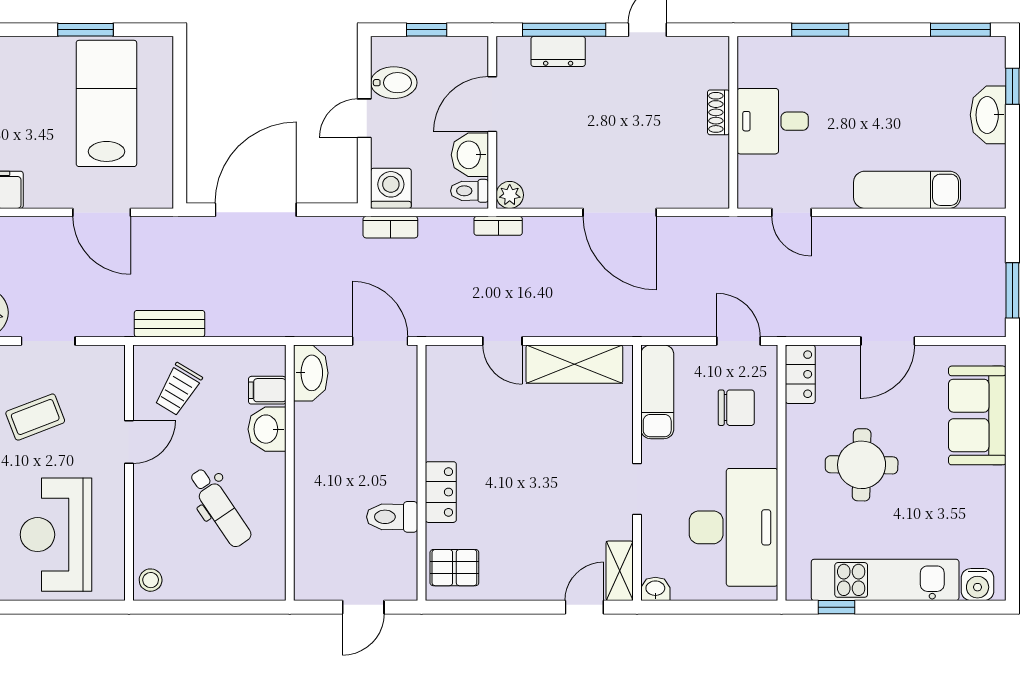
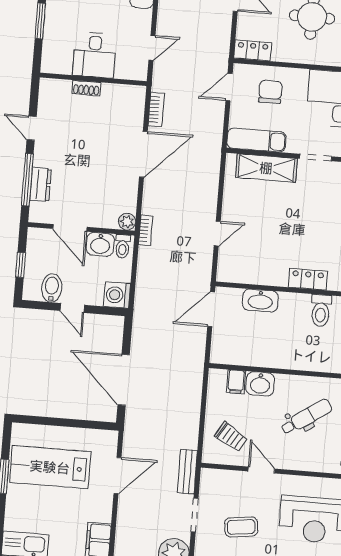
bookcase: (390, 227) -> (156, 110), moved
bench: (169, 324) -> (187, 472), moved
shelving: (574, 364) -> (266, 168), moved, turned 90
washbasin: (311, 373) -> (260, 301), moved, turned 180
coffee table: (35, 417) -> (241, 527), turned -76

